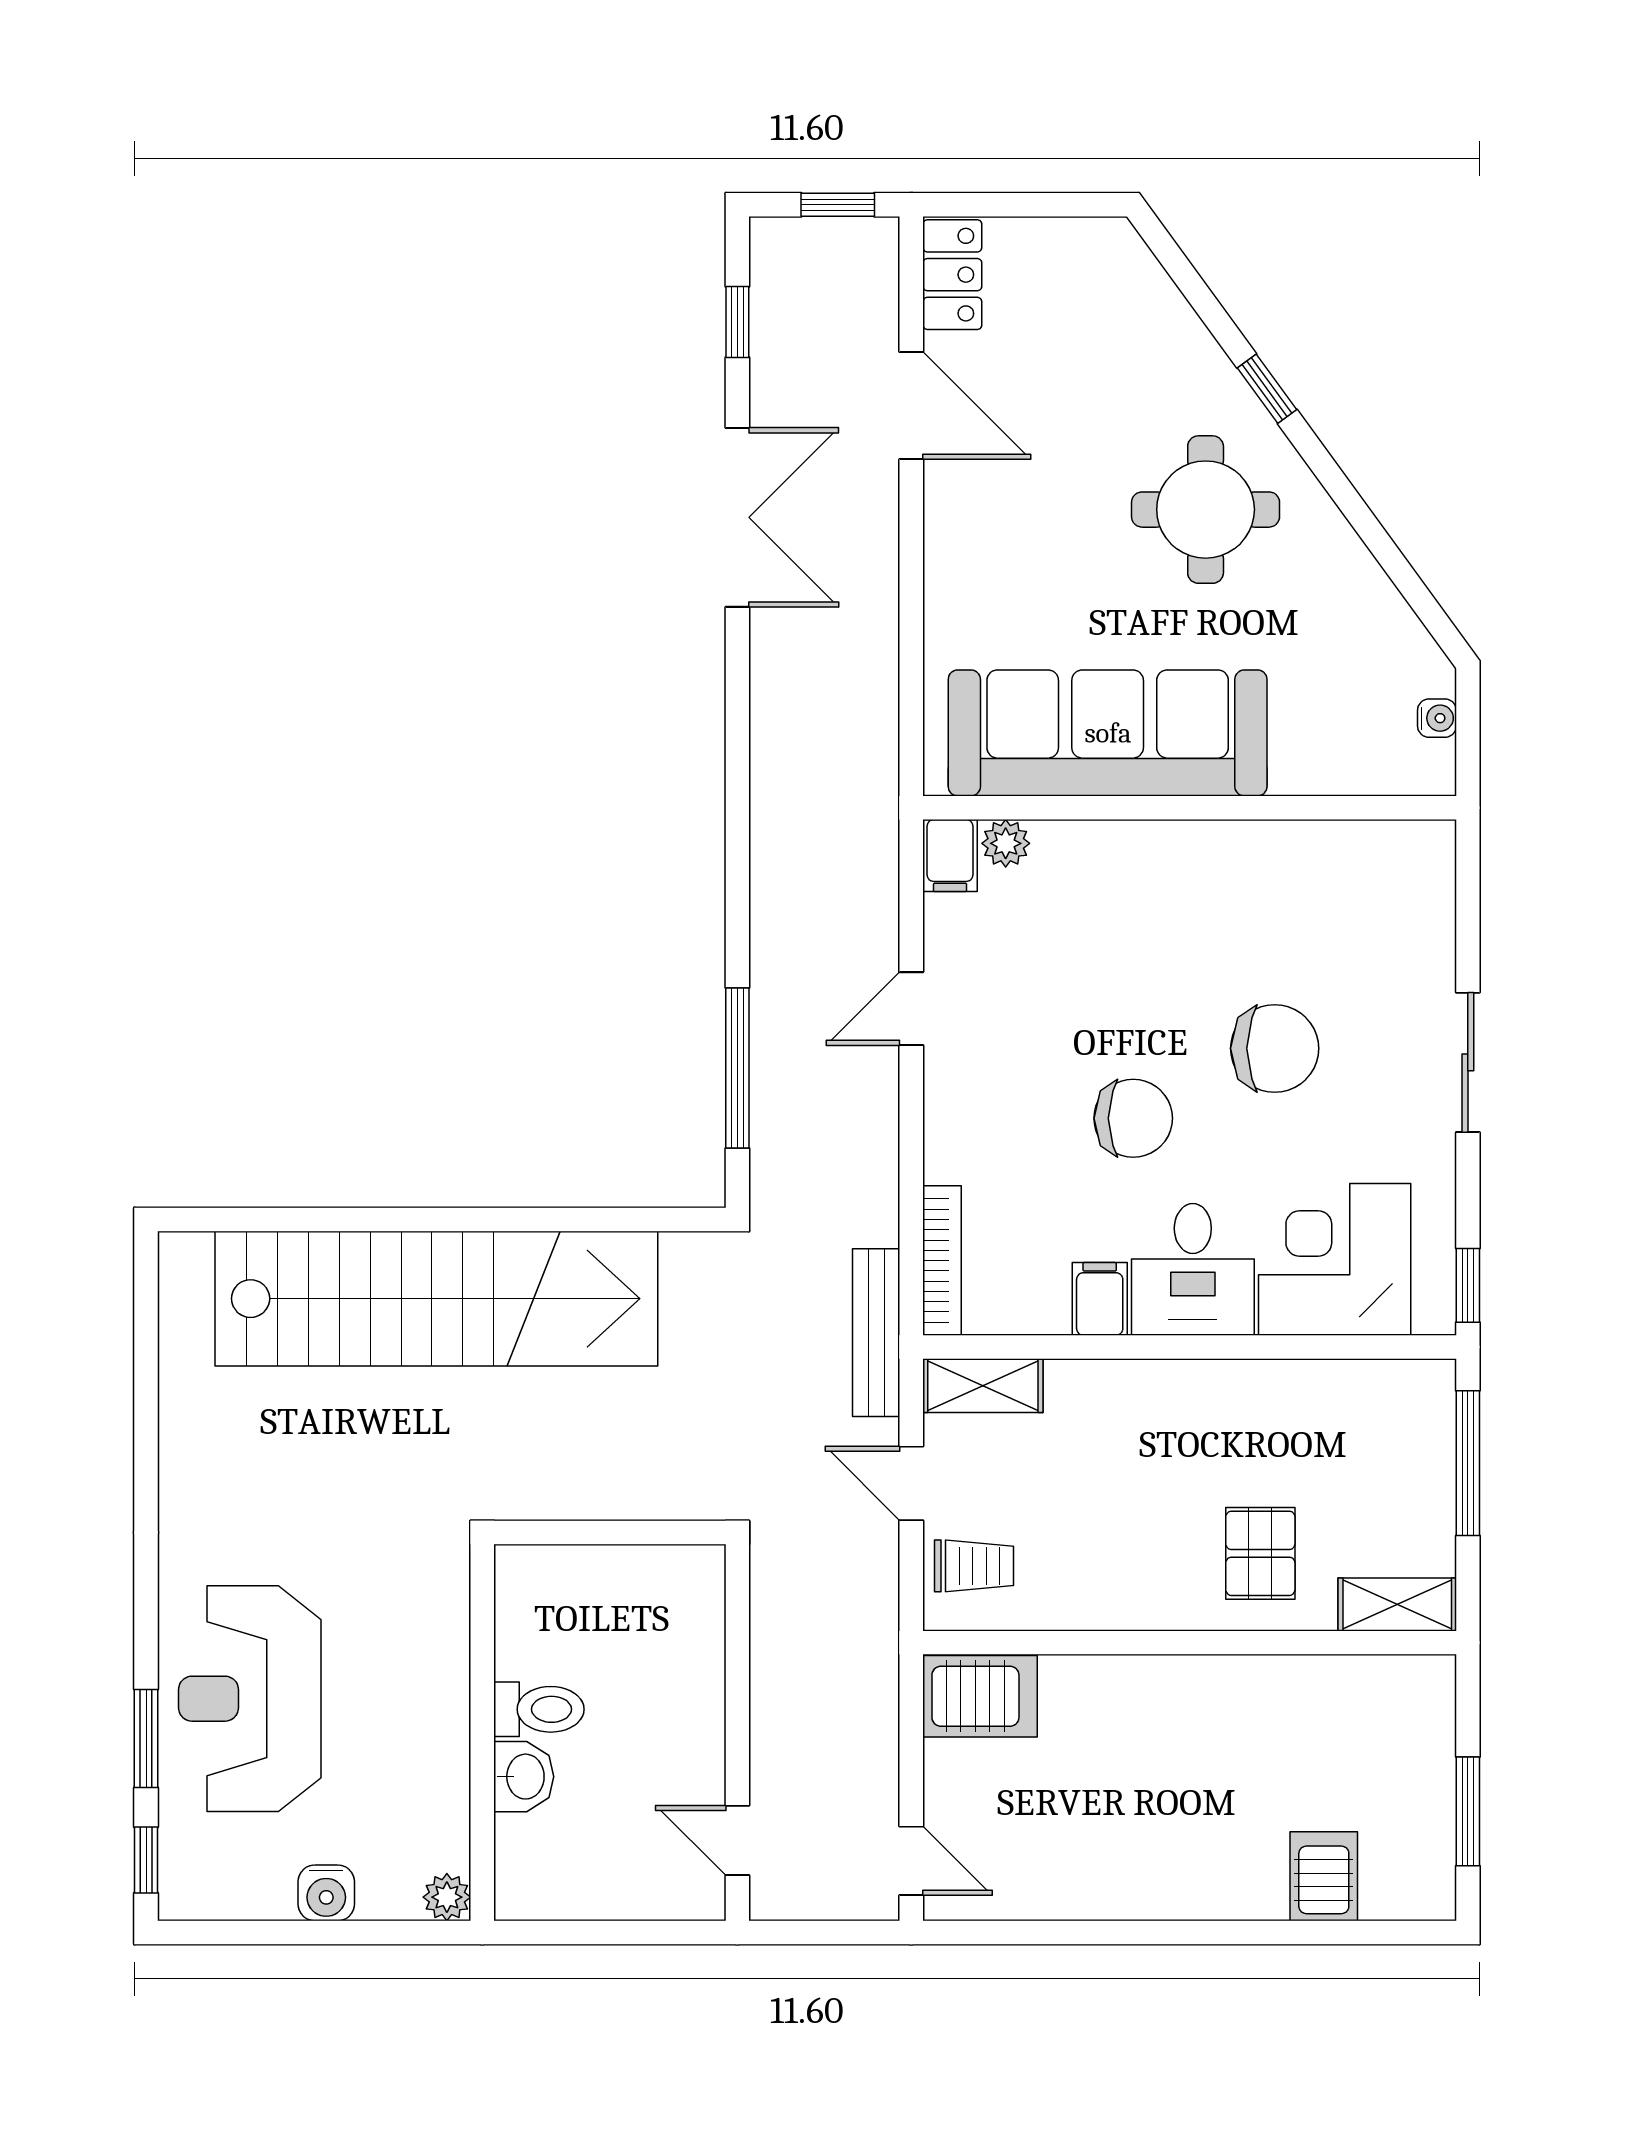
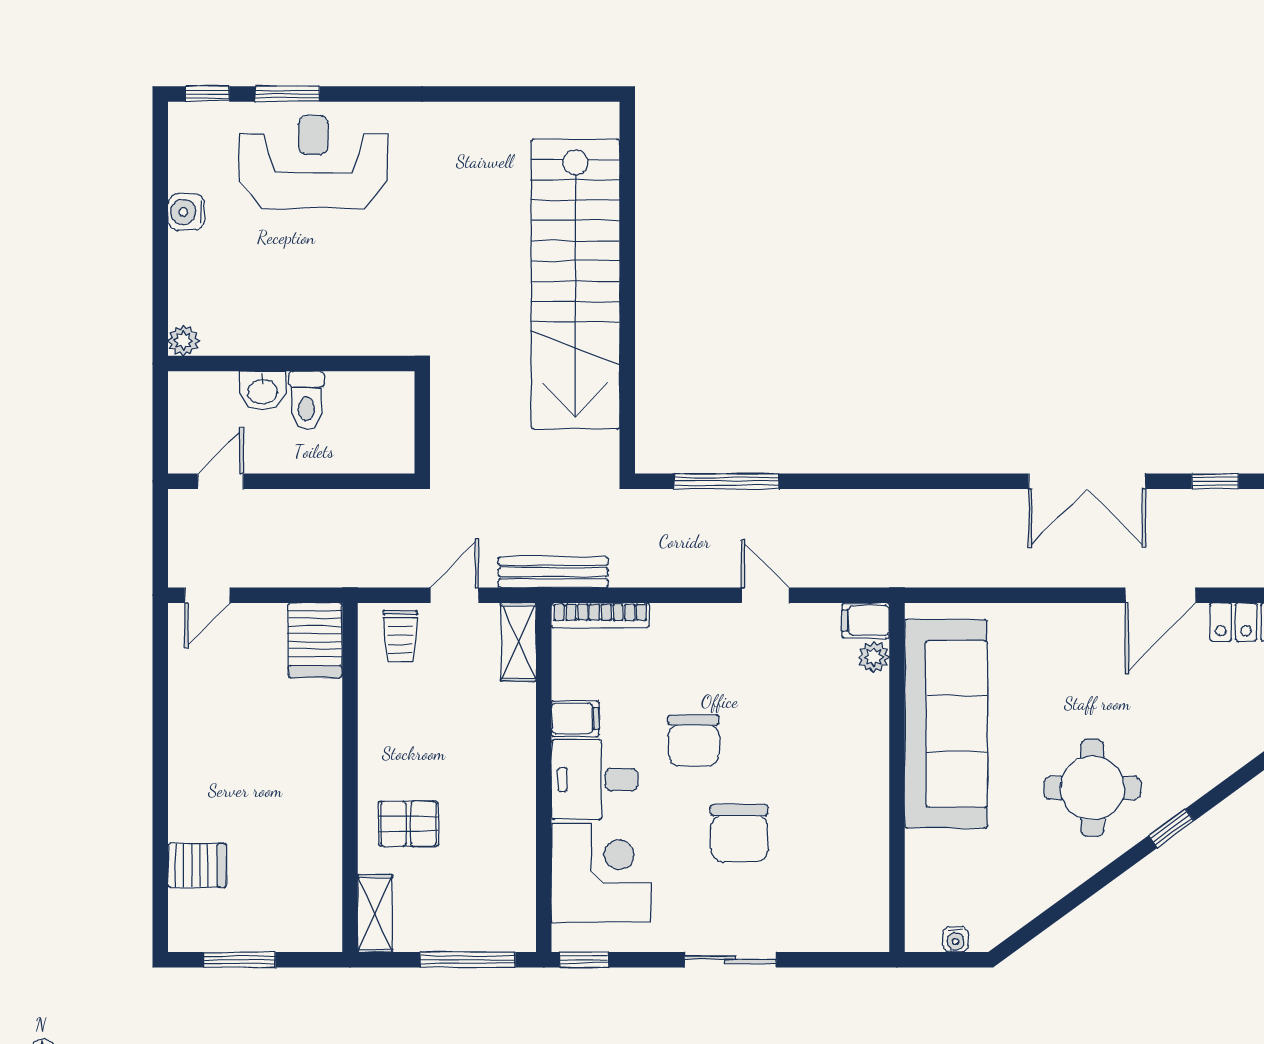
toilet: (539, 1709) -> (306, 401), moved
wall: (482, 1733) -> (291, 364), moved
washbasin: (524, 1777) -> (262, 391), moved
plant: (447, 1897) -> (183, 340), moved

